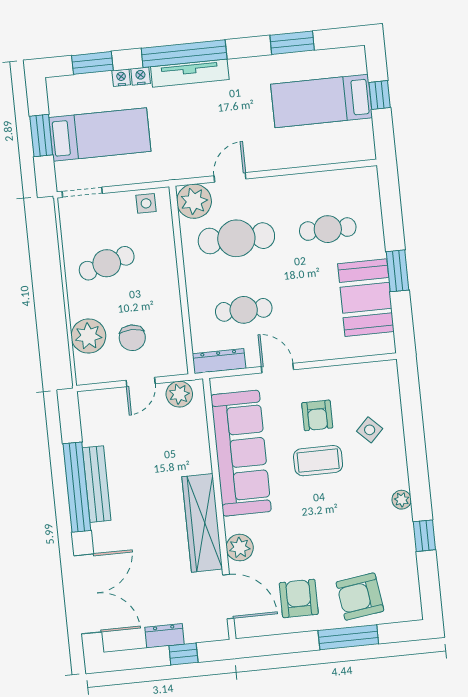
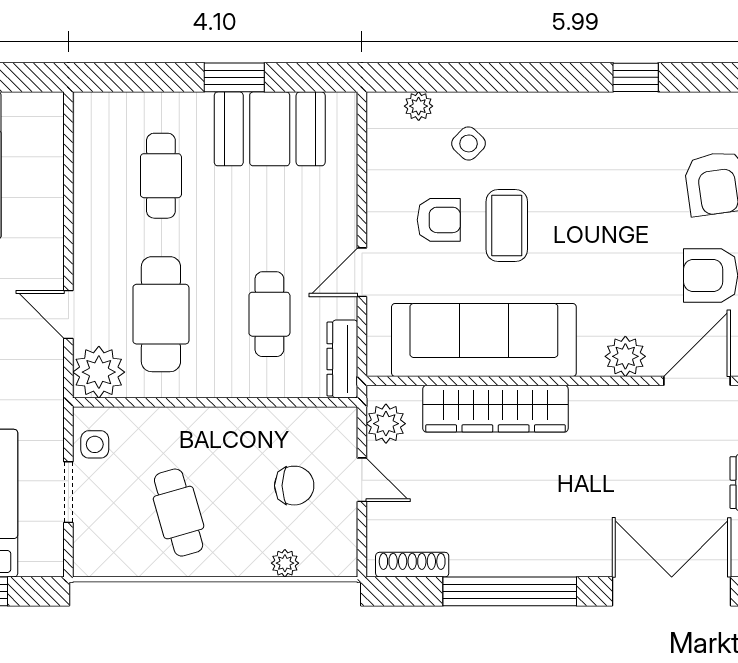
doorway: (82, 192) -> (68, 492), moved
plant: (88, 336) -> (285, 563), width x0.53, depth x0.53
shoe rack: (88, 421) -> (412, 565), added
bench: (97, 484) -> (508, 561), removed
plant: (402, 500) -> (419, 106), moved
wardrobe: (202, 523) -> (495, 409), moved

